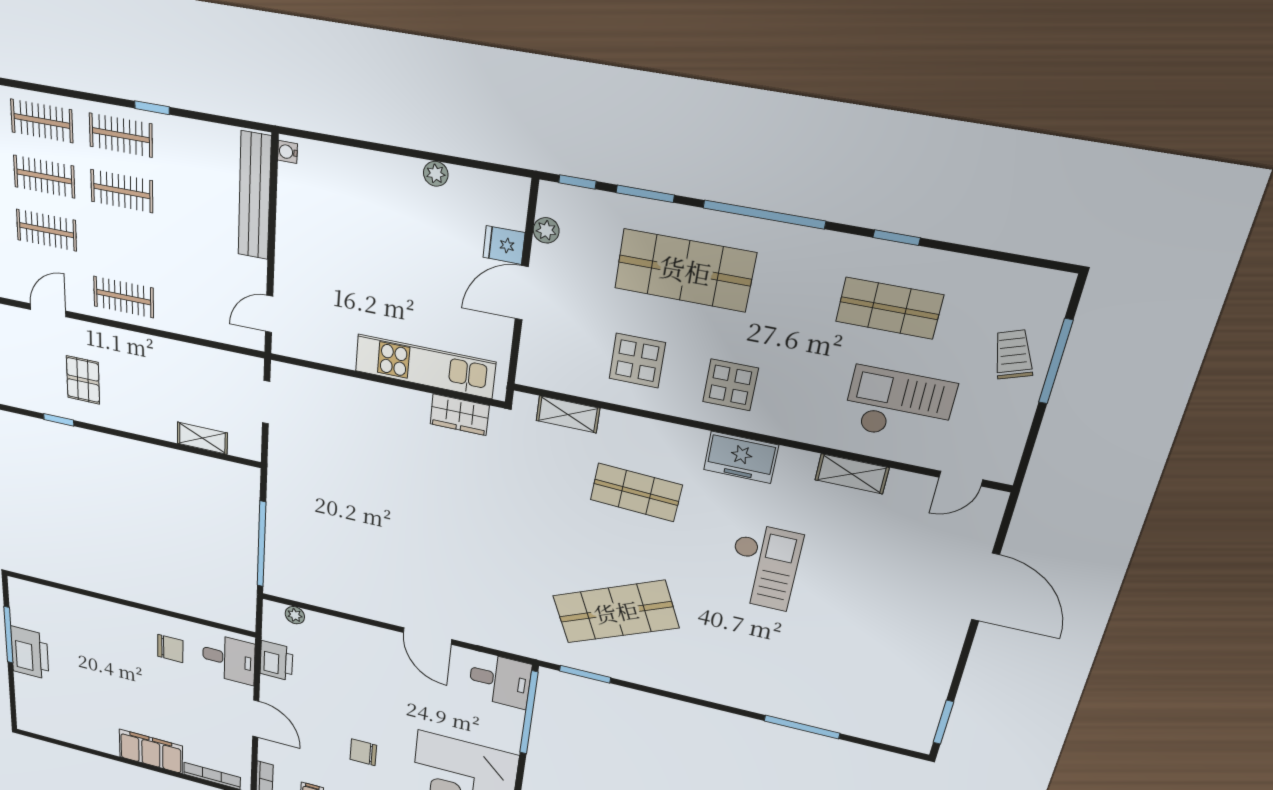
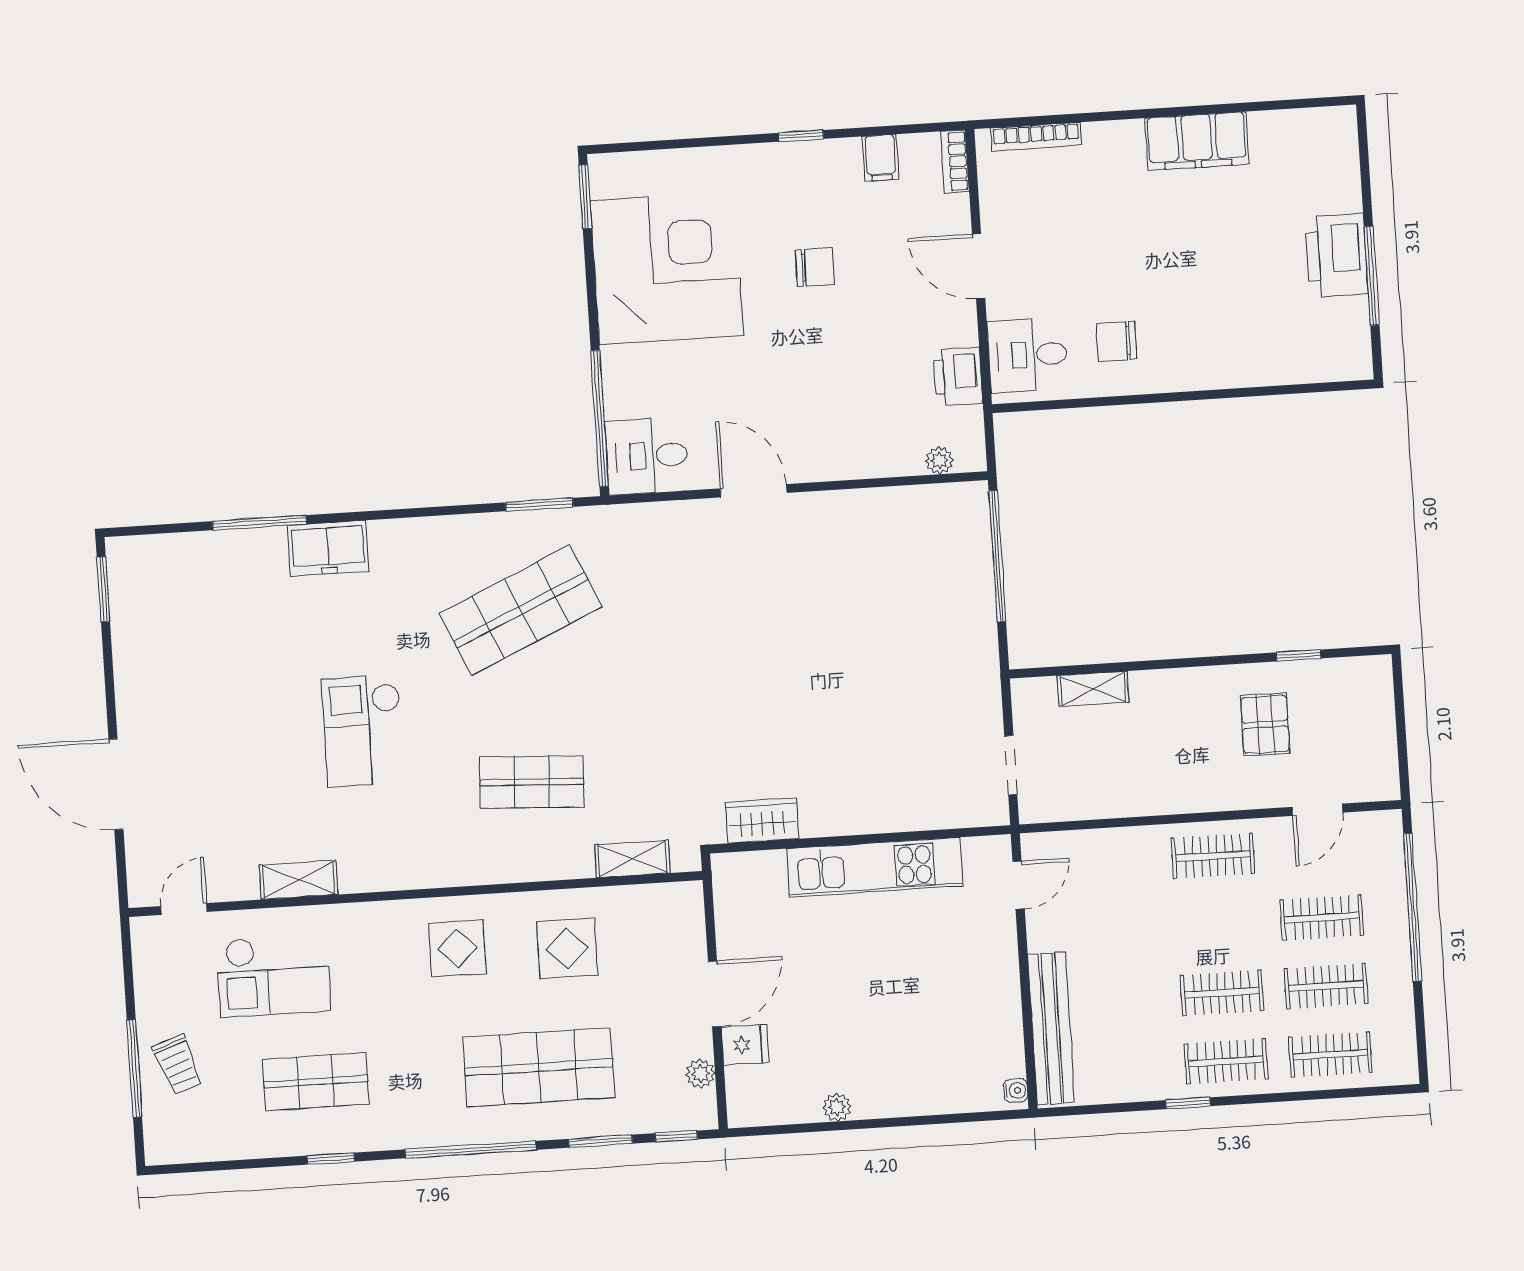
kitchen unit: (425, 366) -> (875, 867), moved
freezer: (741, 457) -> (328, 548), moved, turned 180
filing cabinet: (151, 751) -> (1197, 141), moved

